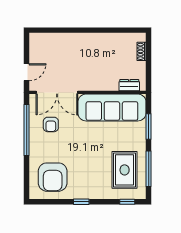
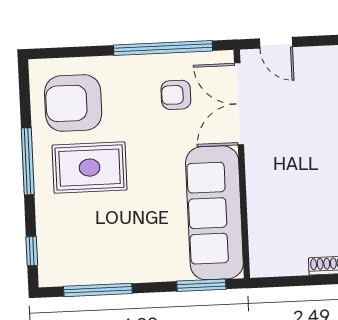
dresser: (129, 85) -> (260, 245), removed
window: (149, 127) -> (201, 285), moved
rug: (125, 170) -> (90, 168), moved
window: (81, 202) -> (28, 161), width x2.17

